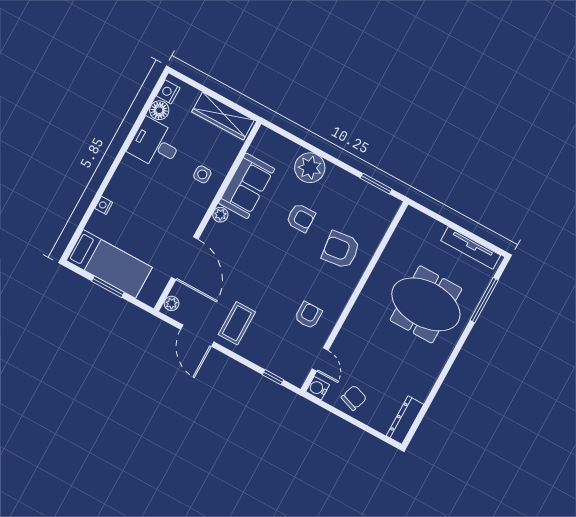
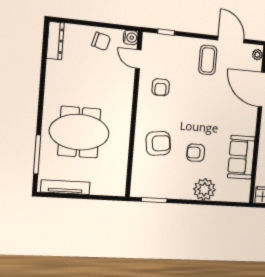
plant: (220, 215) -> (250, 130), removed
chair: (354, 398) -> (101, 41), turned -94

